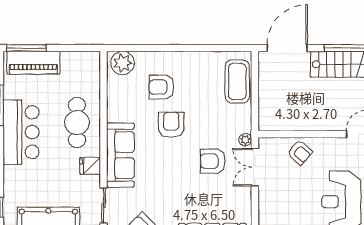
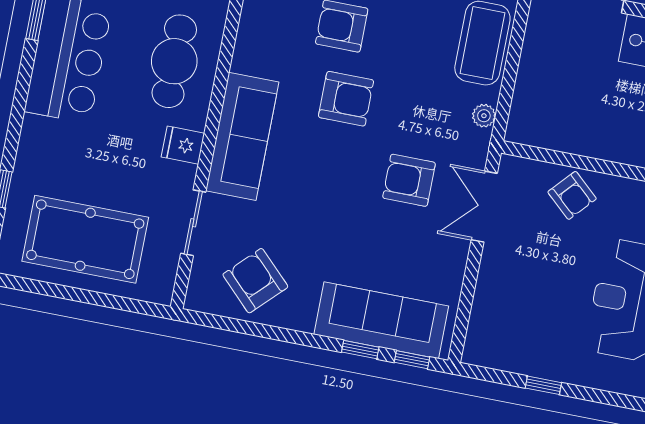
armchair: (171, 125) -> (346, 99), turned 90
plant: (245, 140) -> (484, 116), moved

